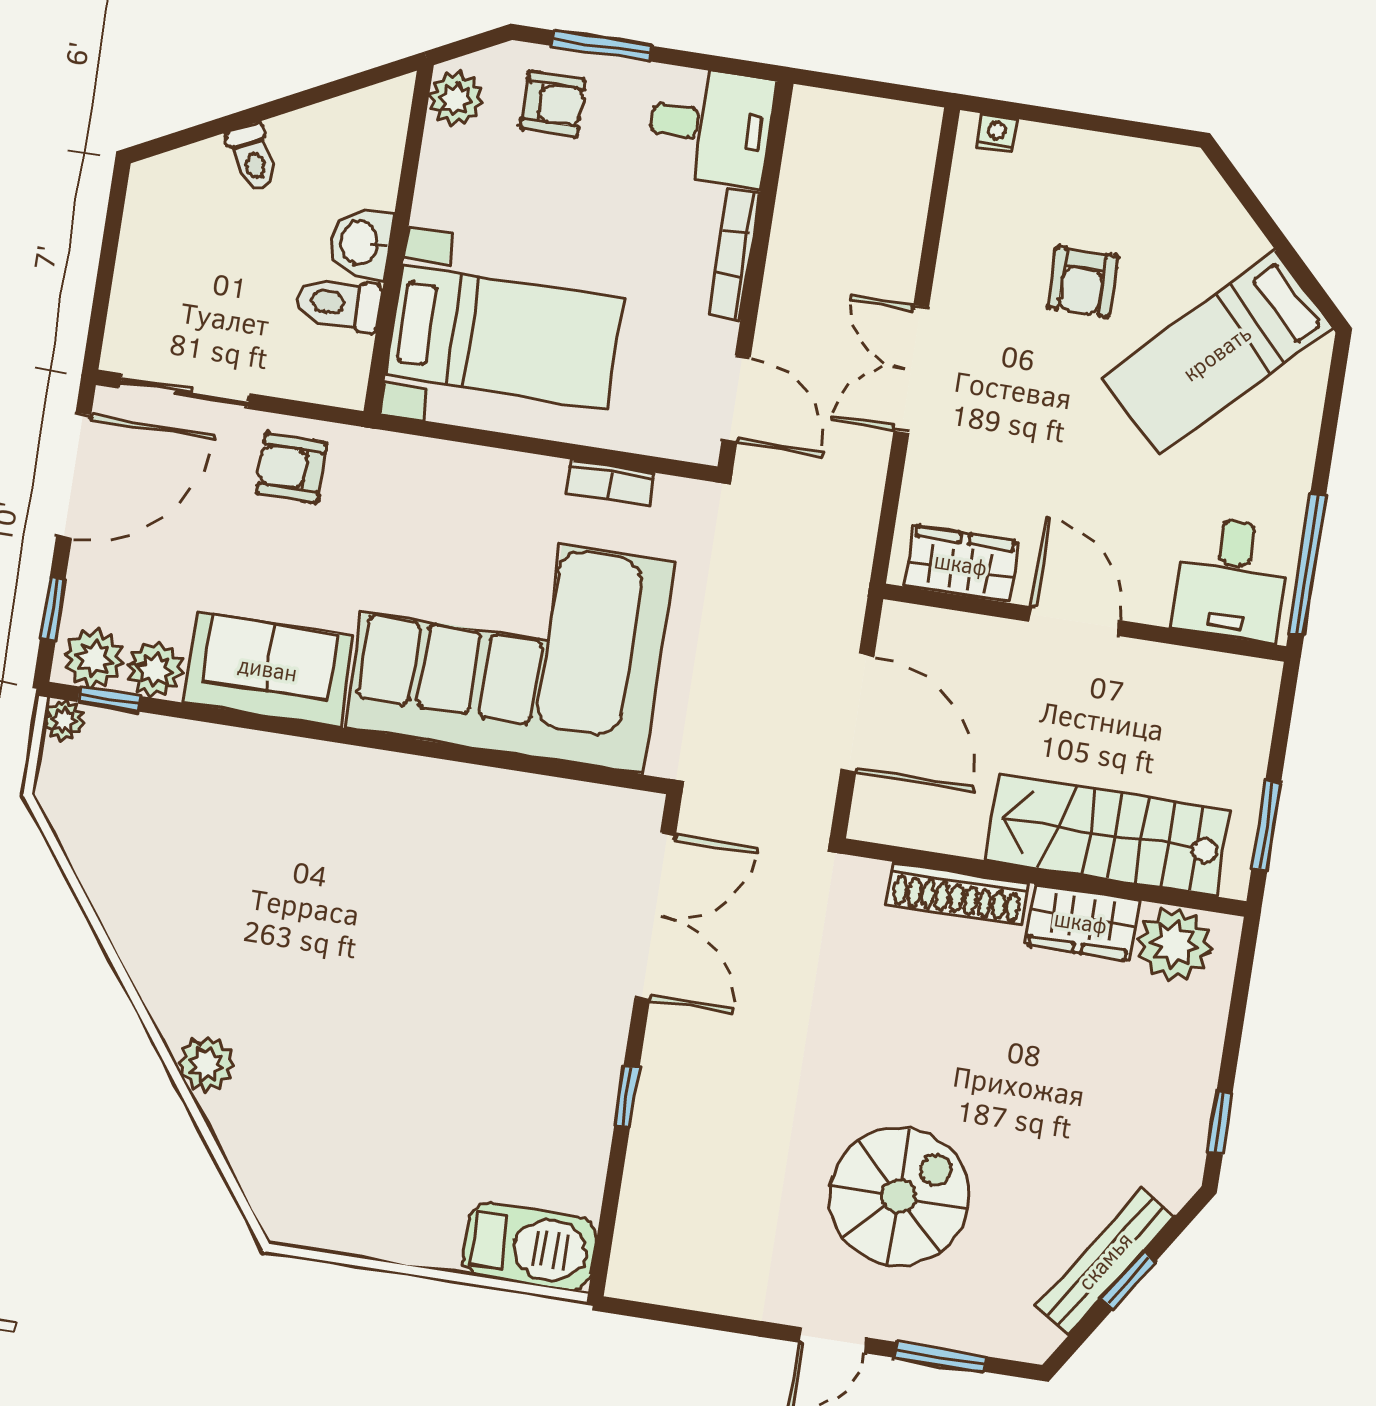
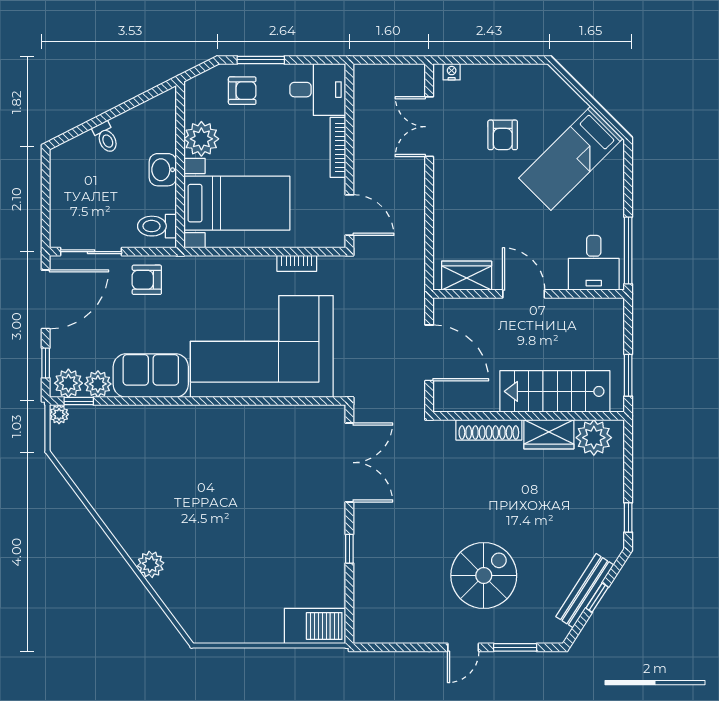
plant: (456, 99) -> (201, 139), moved, width x1.36, depth x1.36
toilet: (339, 304) -> (157, 226), moved
double door: (911, 369) -> (429, 127), moved

